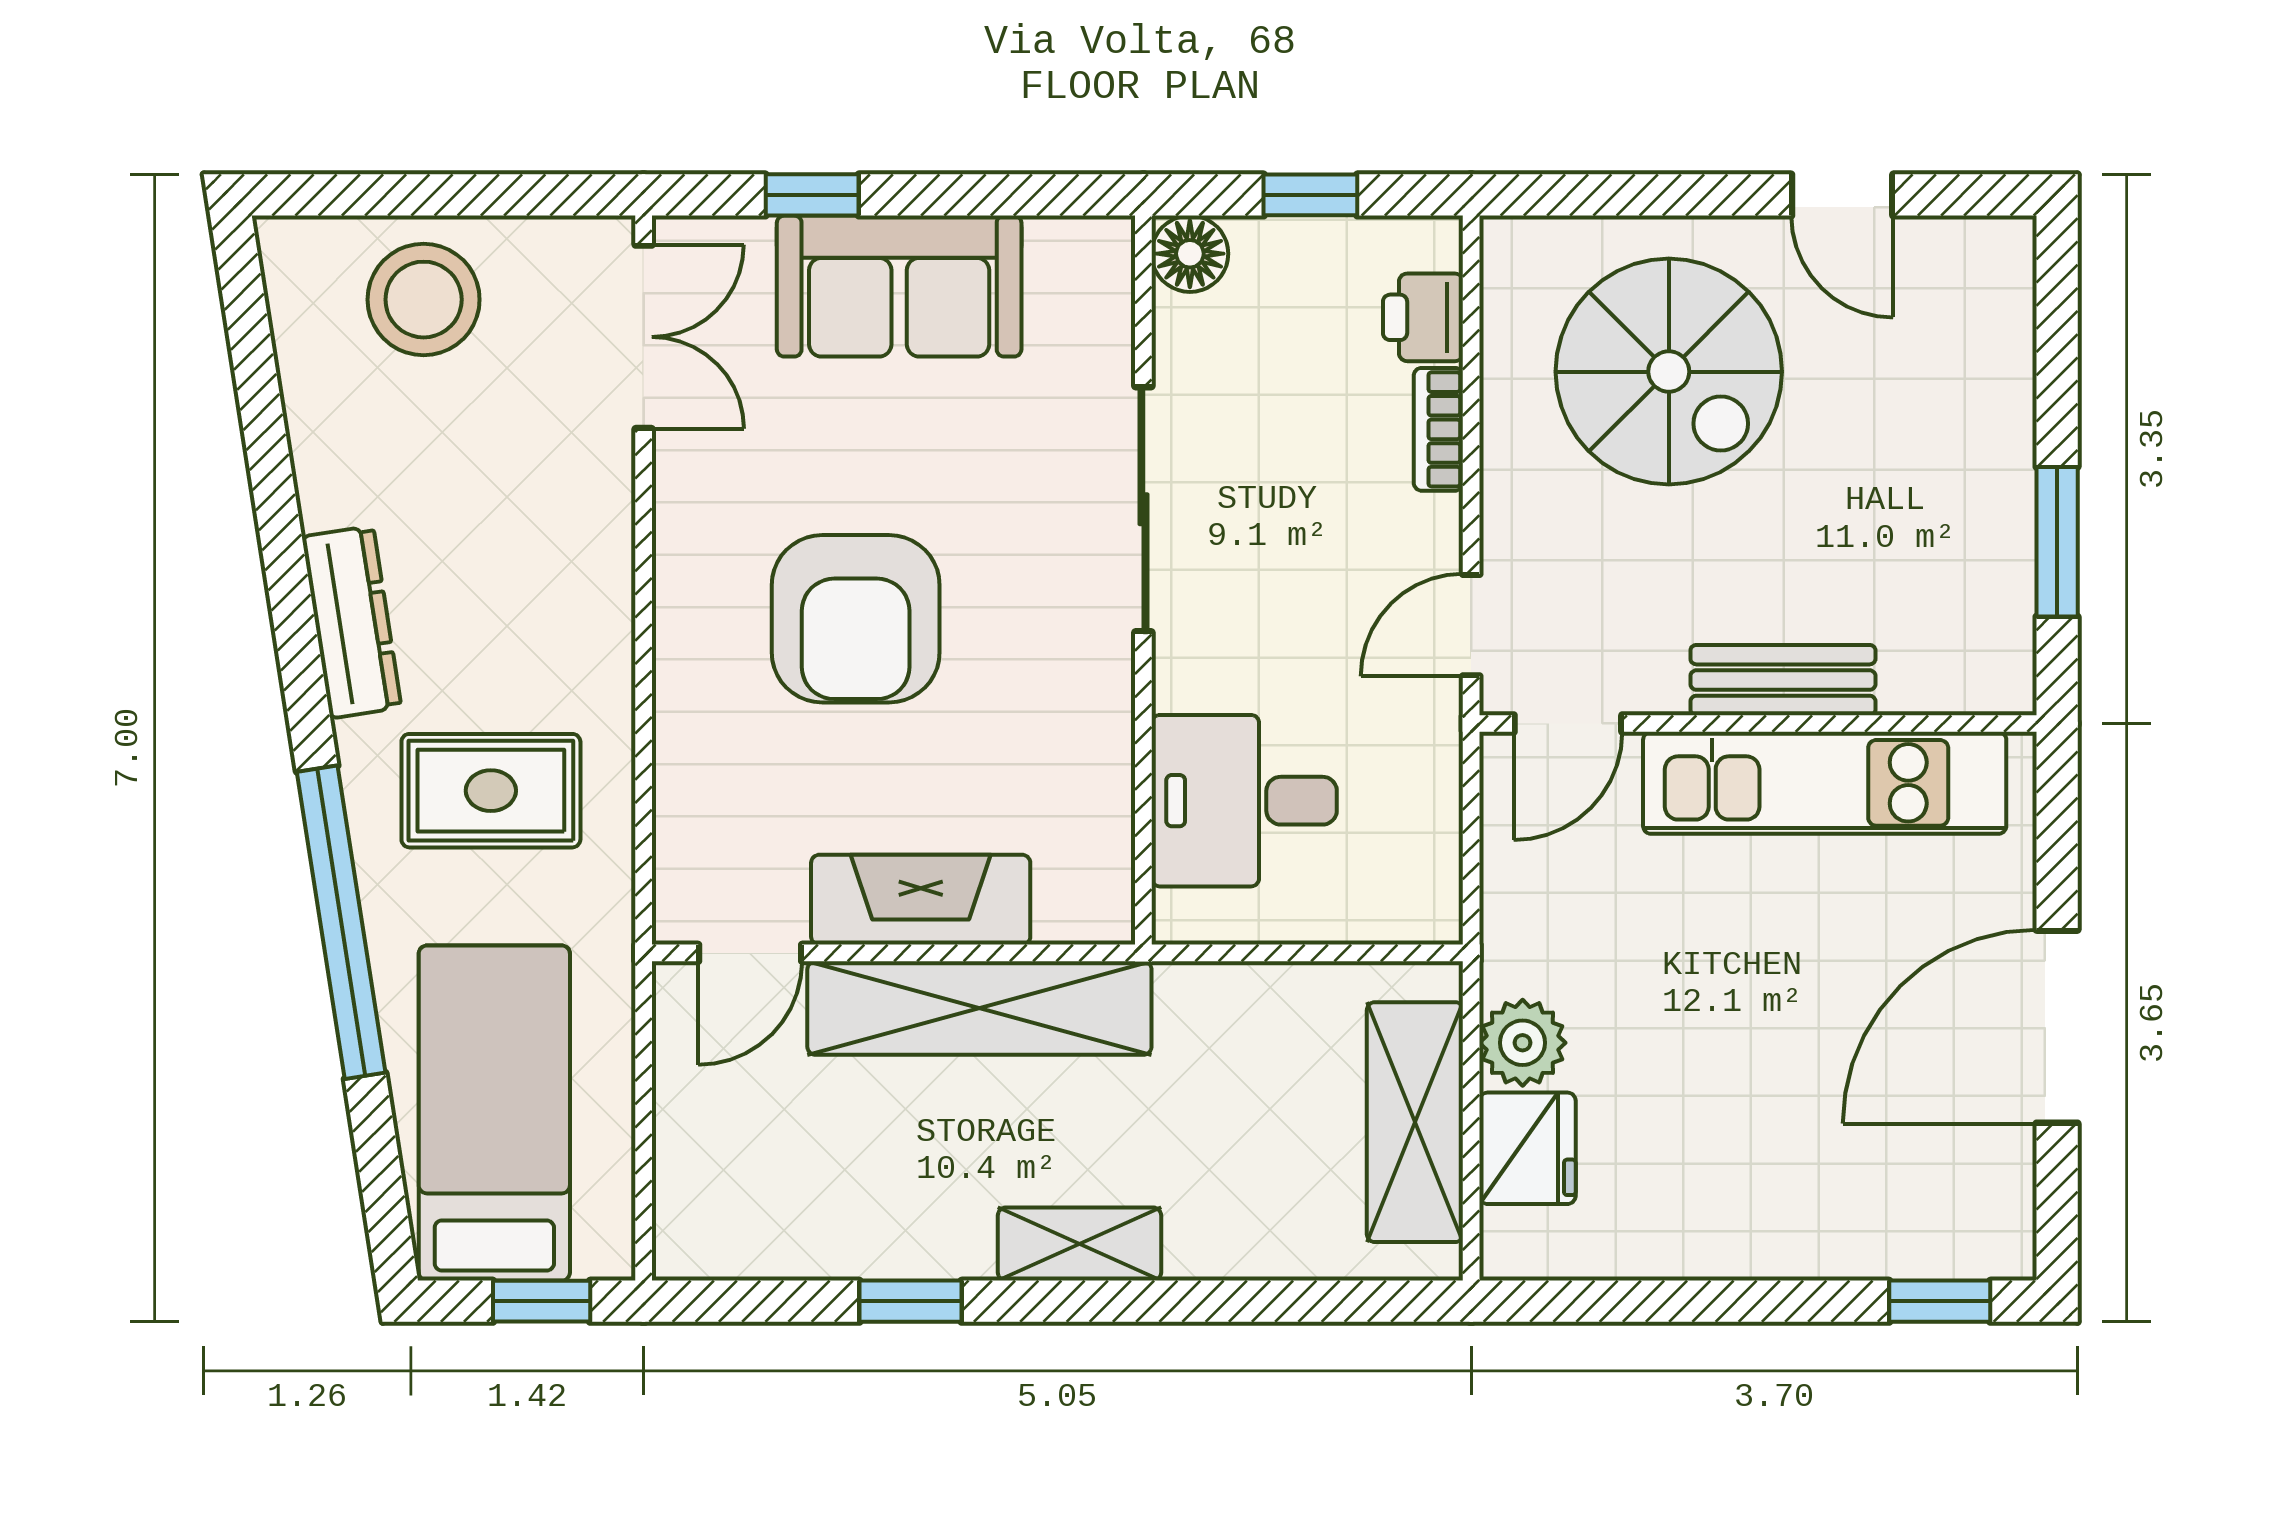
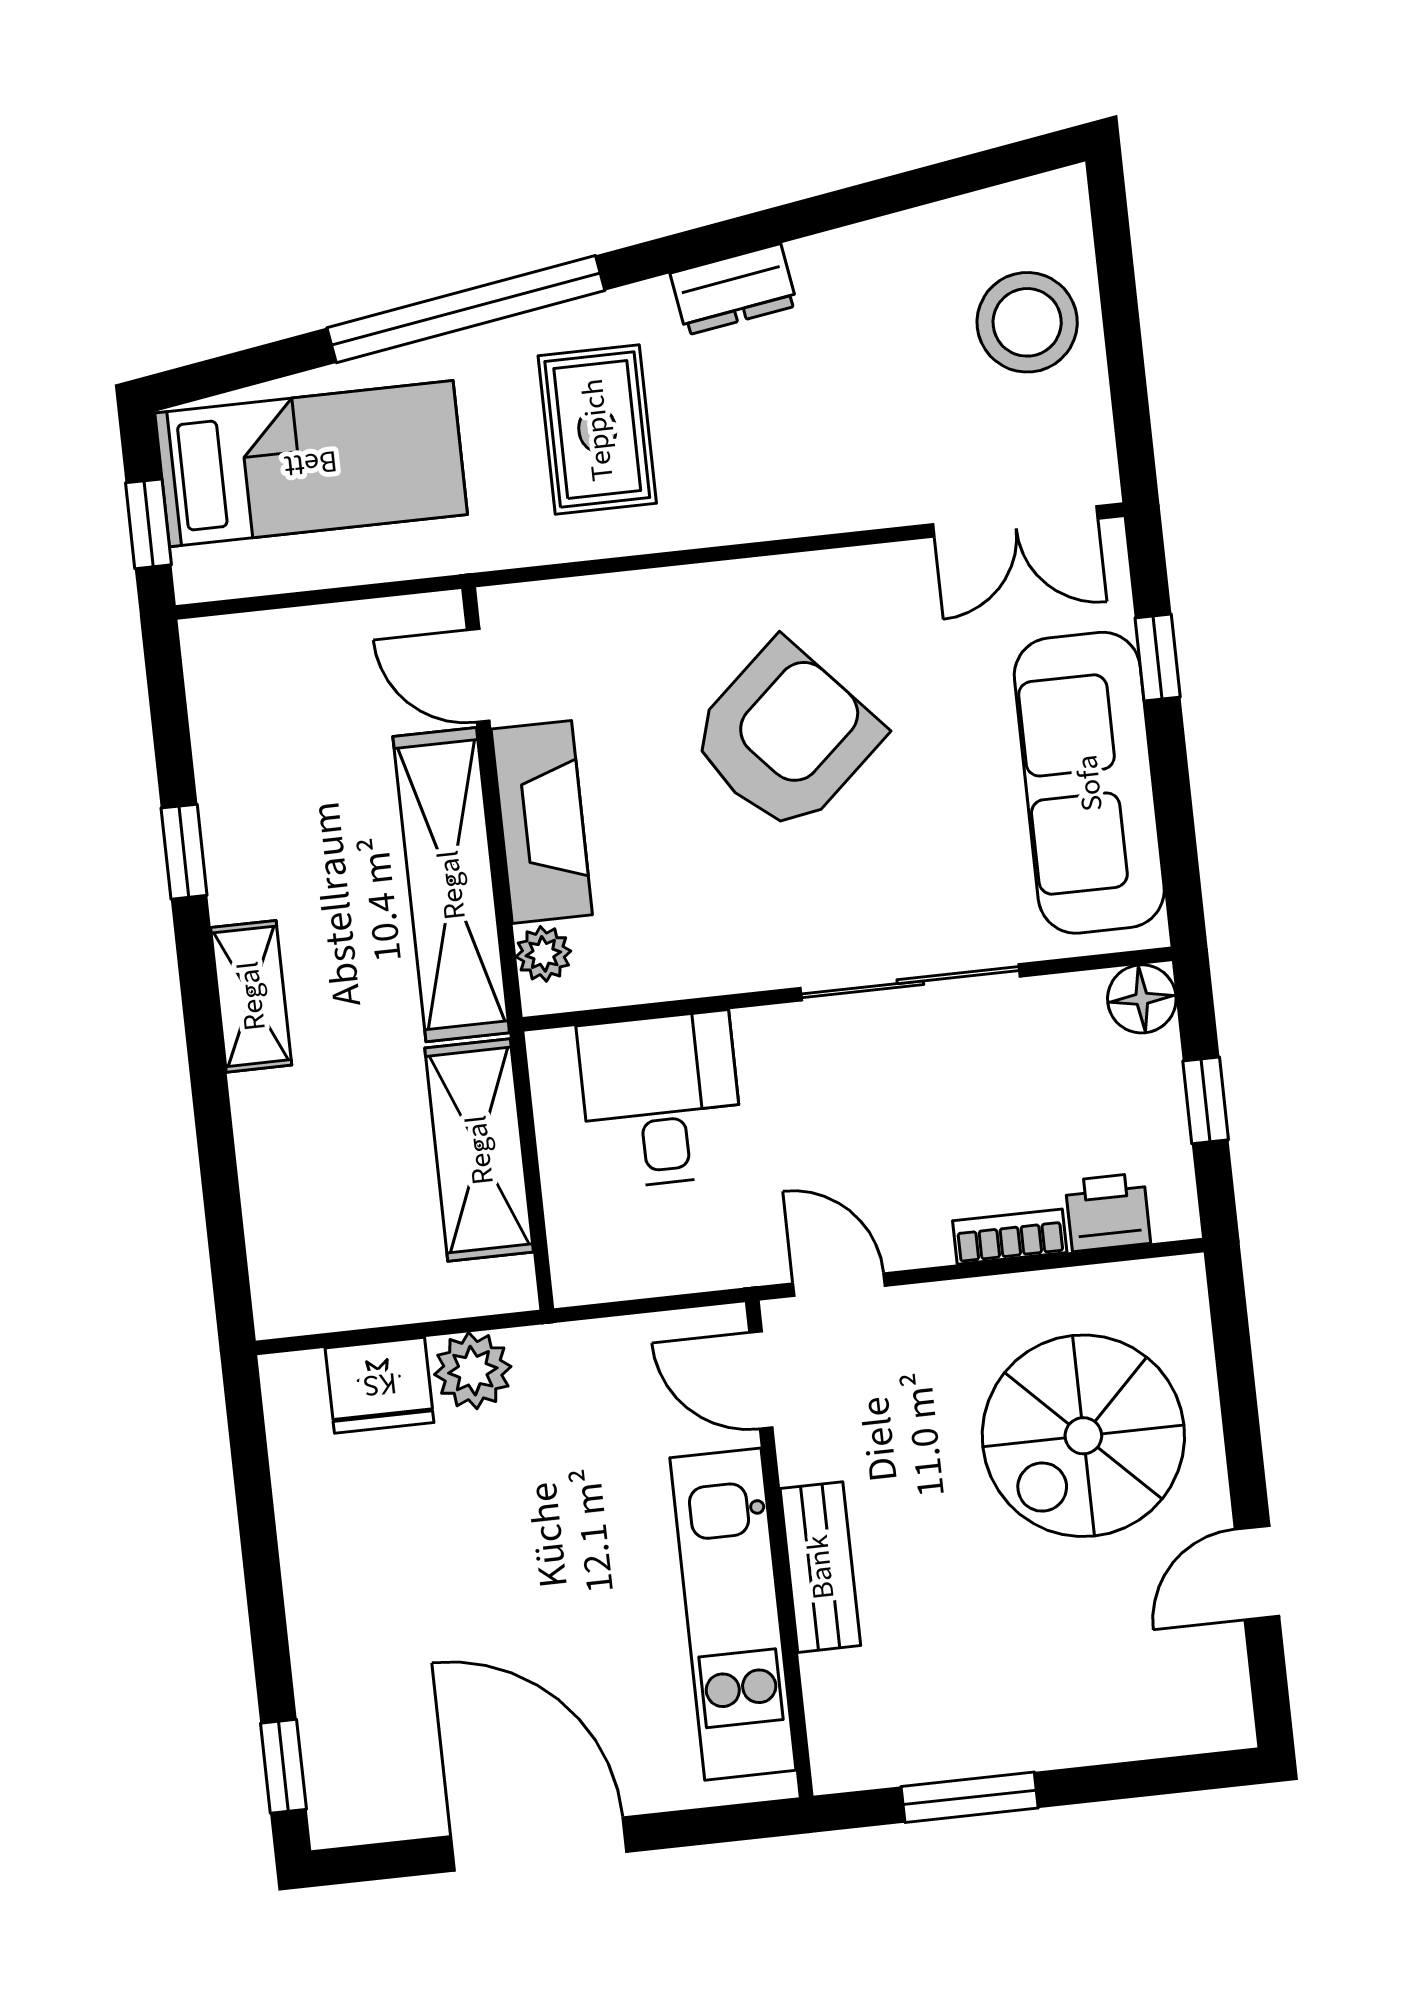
sofa: (899, 286) -> (1089, 783), width x1.36
armchair: (856, 619) -> (785, 737), turned 138
dresser: (352, 622) -> (734, 289), width x0.70
plant: (1068, 914) -> (543, 954), added
shelving: (1415, 1122) -> (479, 1150), moved, turned 90

